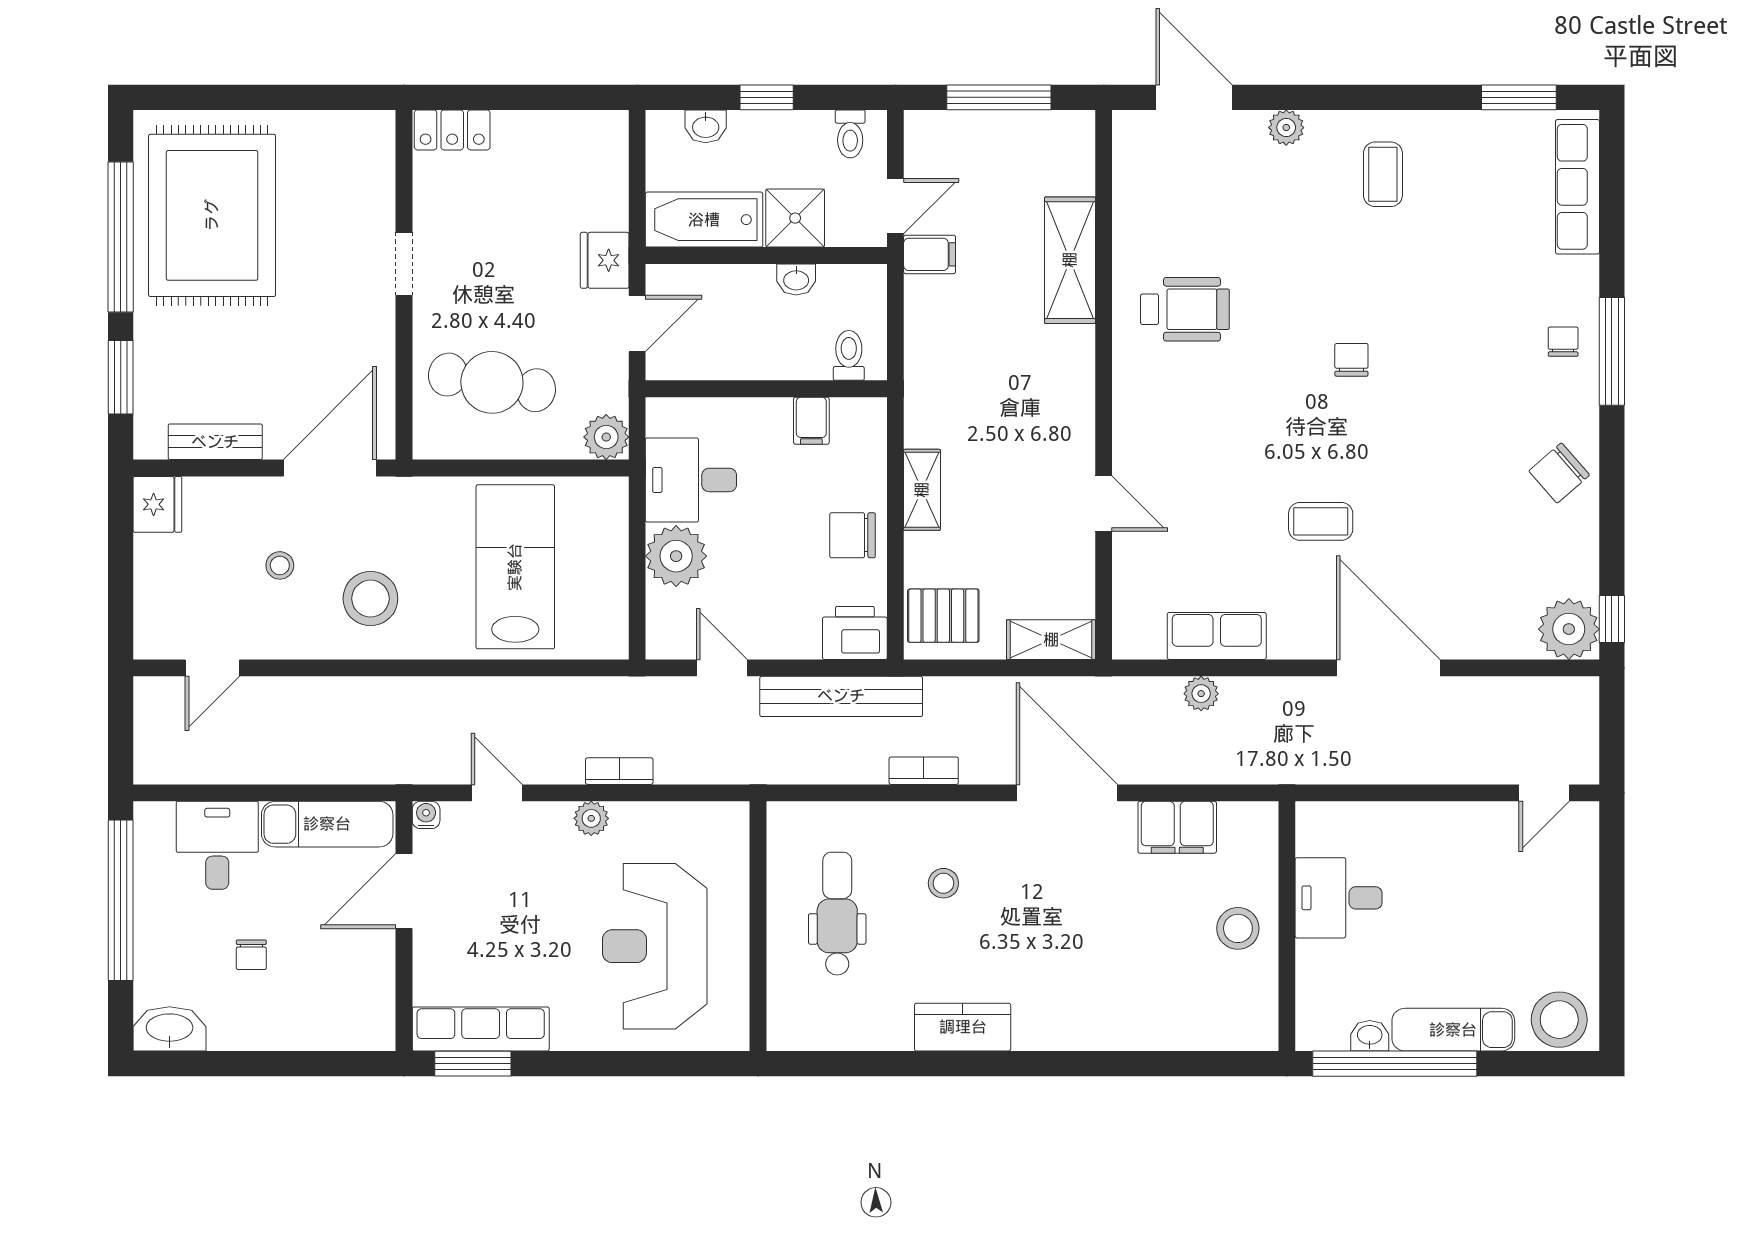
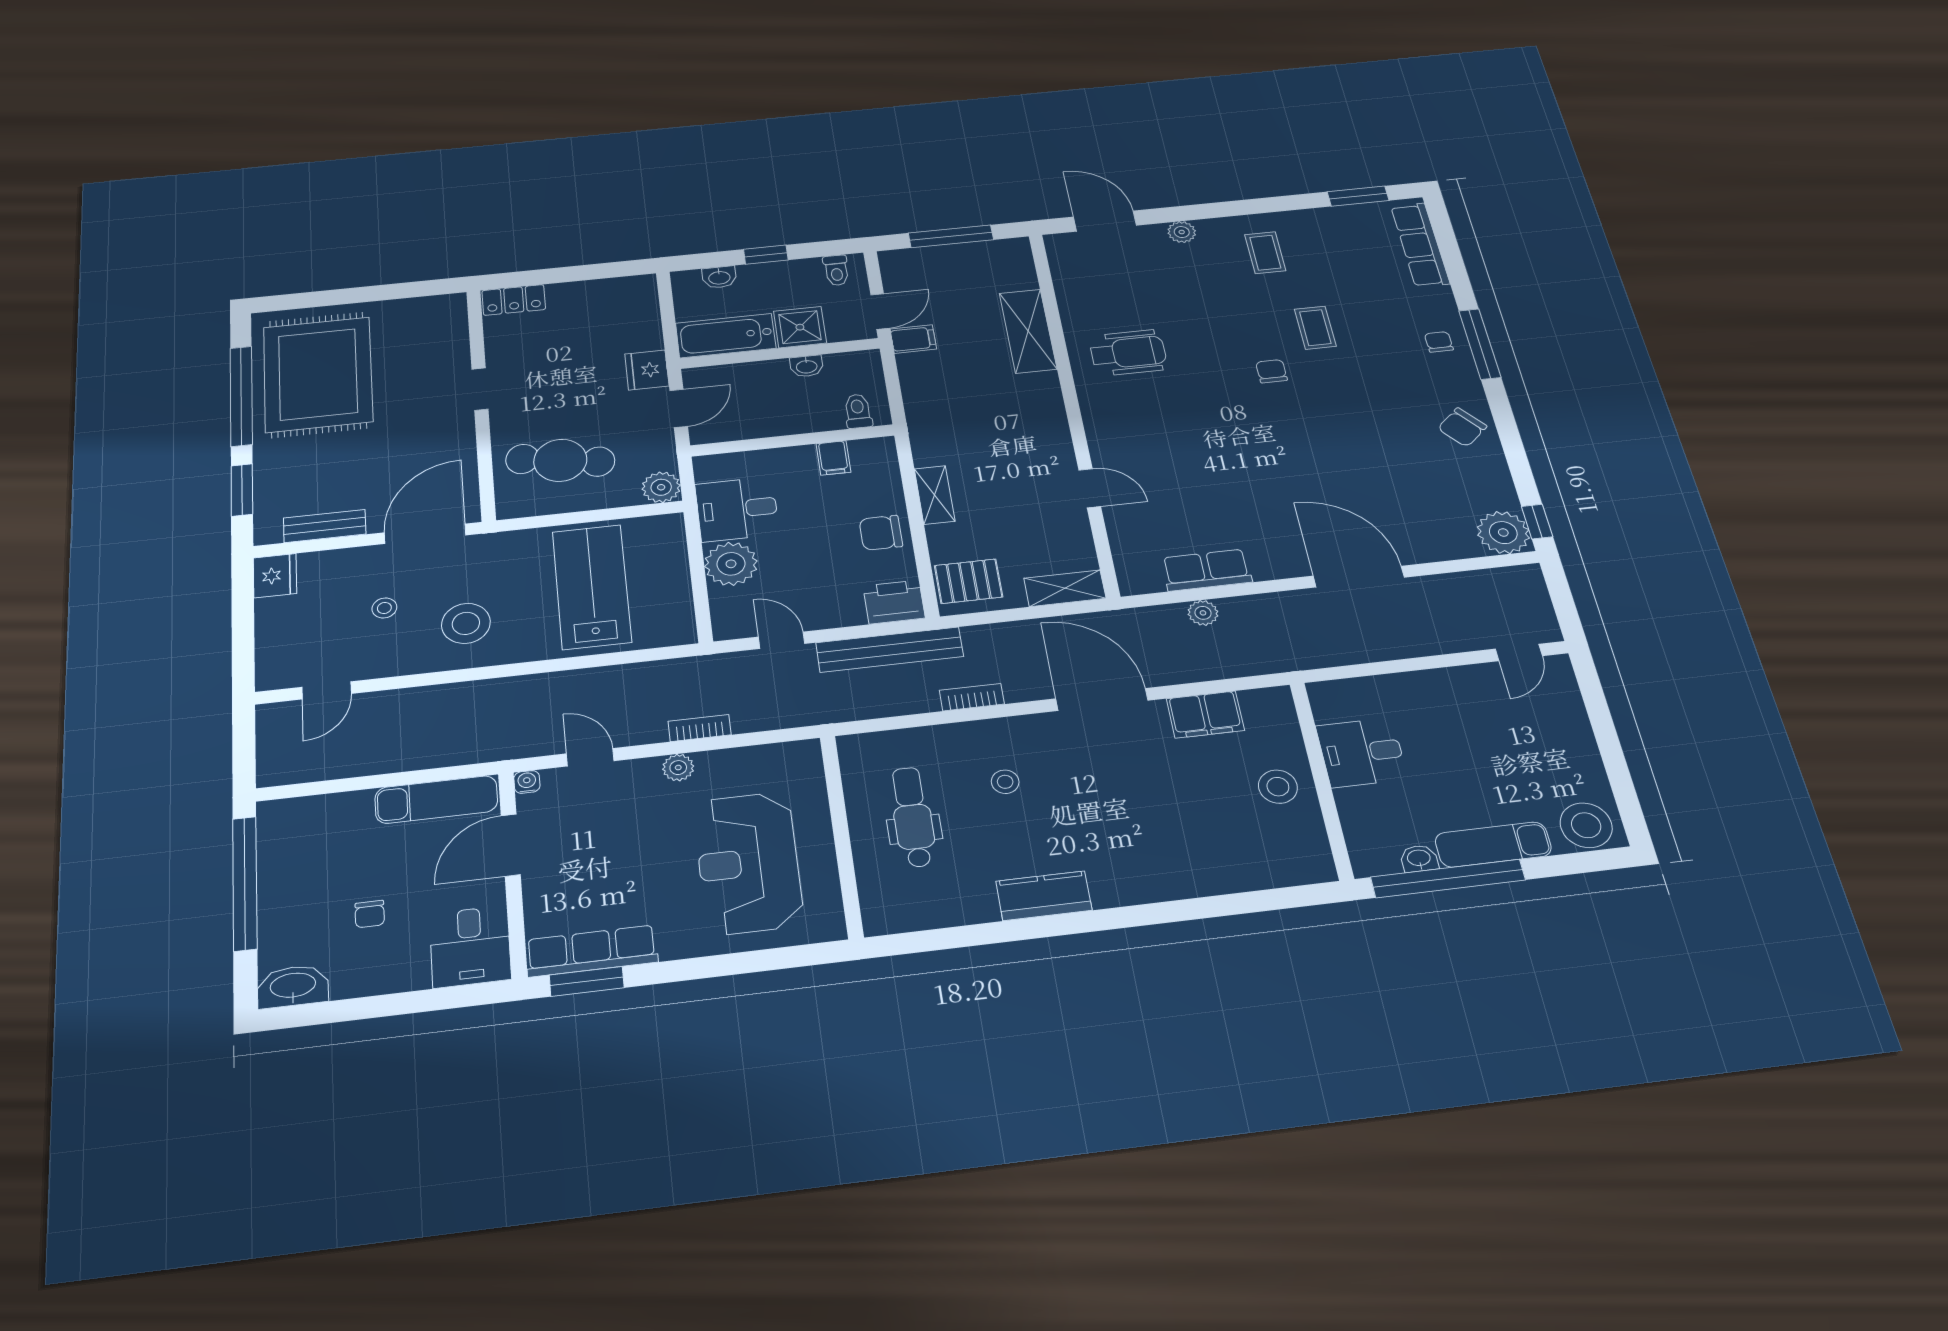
coffee table: (1321, 521) -> (1315, 328), moved, turned 90
desk: (217, 845) -> (470, 946), moved, turned 180

